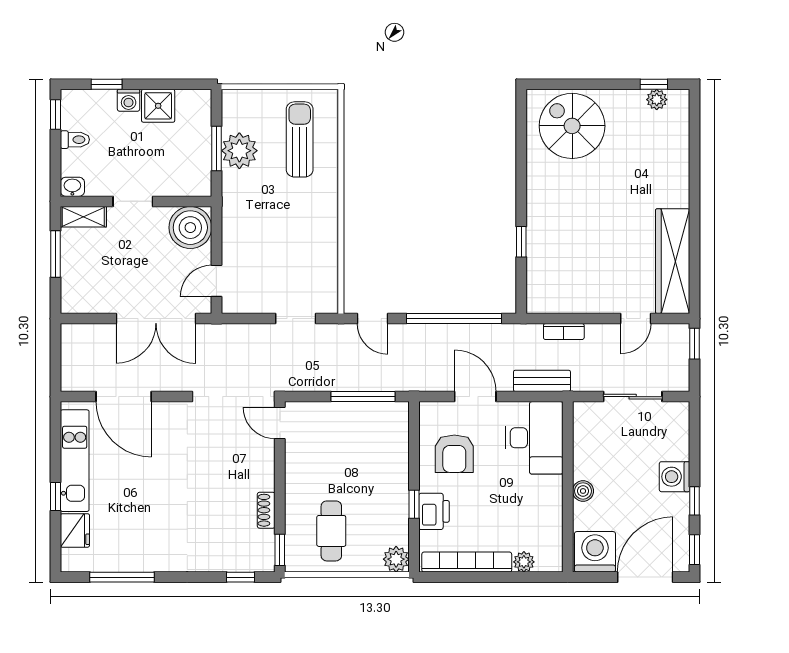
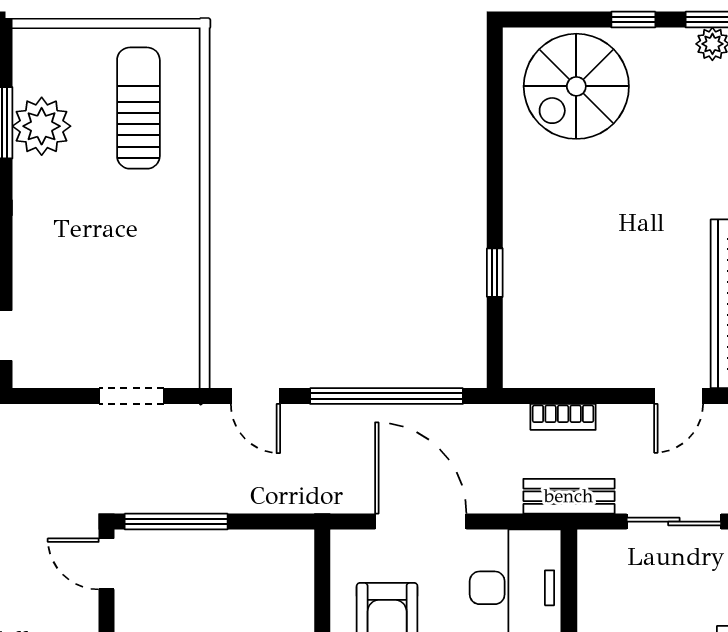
window: (607, 84) -> (633, 20), added
spiral stairs: (572, 126) -> (576, 86), turned -90
bench: (542, 381) -> (569, 496), moved
window: (363, 397) -> (176, 522), moved
door: (475, 397) -> (421, 522), width x1.36

